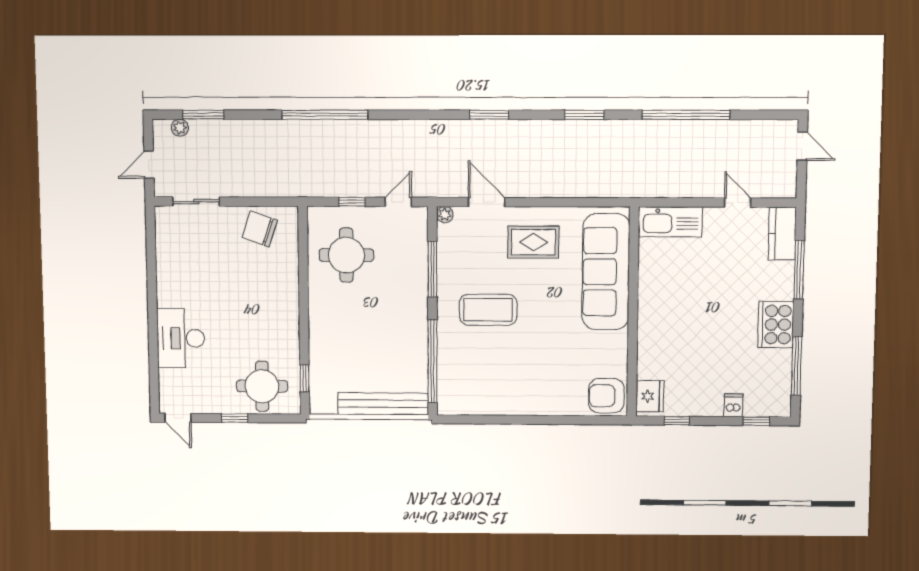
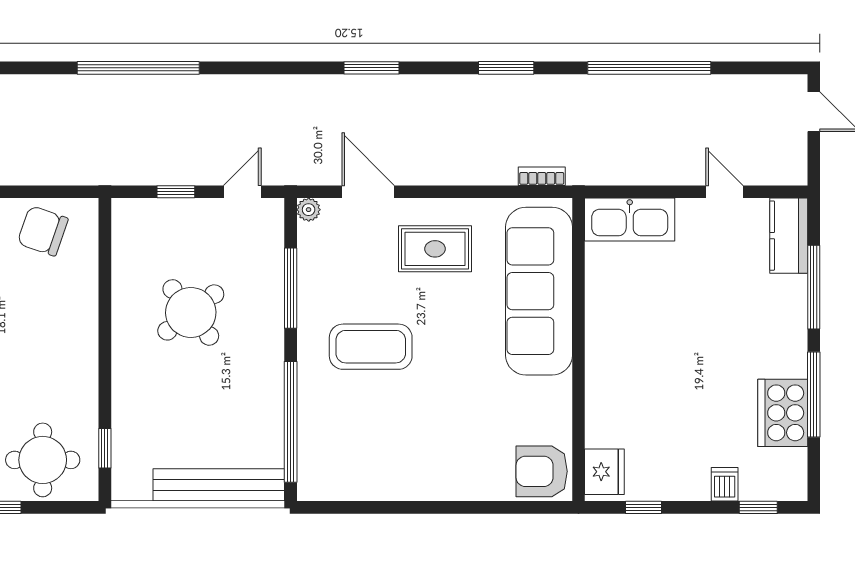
bookcase: (609, 191) -> (542, 176), added
round table: (346, 255) -> (191, 312), moved, turned -38
cooker: (776, 325) -> (783, 413), moved
window: (796, 366) -> (814, 394), moved

